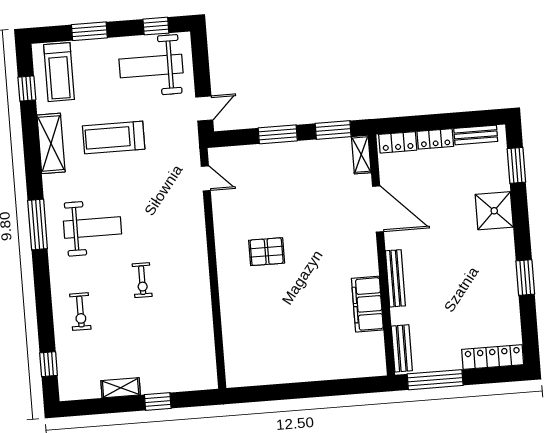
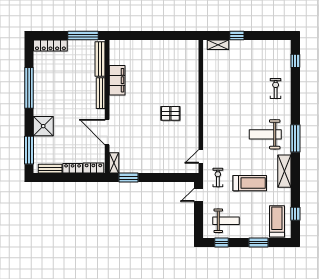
weight bench: (151, 66) -> (226, 221), width x0.73, depth x0.75
window: (278, 134) -> (159, 178), removed
shelving: (51, 143) -> (284, 171), moved
window: (516, 165) -> (29, 150), width x1.44
door: (206, 178) -> (201, 156), hinge flipped
window: (525, 278) -> (29, 88), width x2.11
exercise bike: (142, 280) -> (218, 178), moved
bench: (402, 348) -> (100, 59), width x1.36
shelving: (121, 388) -> (218, 45), moved

